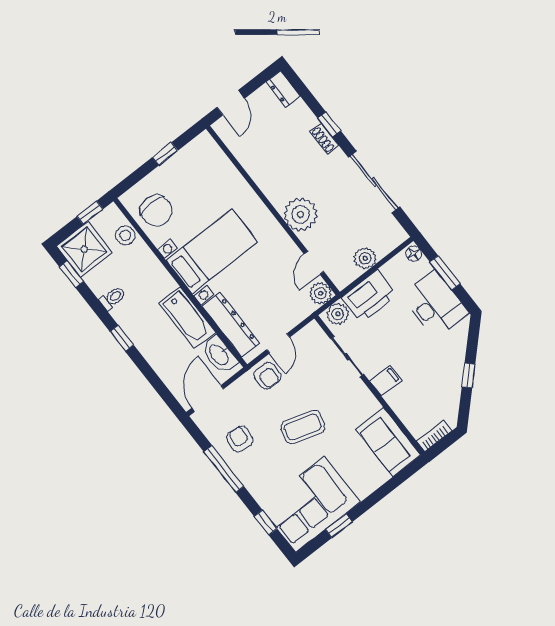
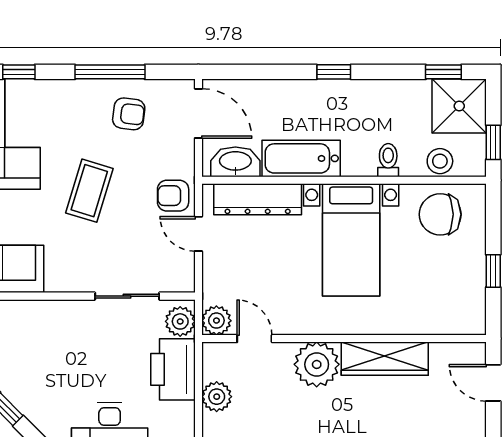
wardrobe: (266, 177) -> (385, 359), added
toilet: (113, 298) -> (388, 160), moved, turned 180
filing cabinet: (386, 381) -> (70, 317), removed

